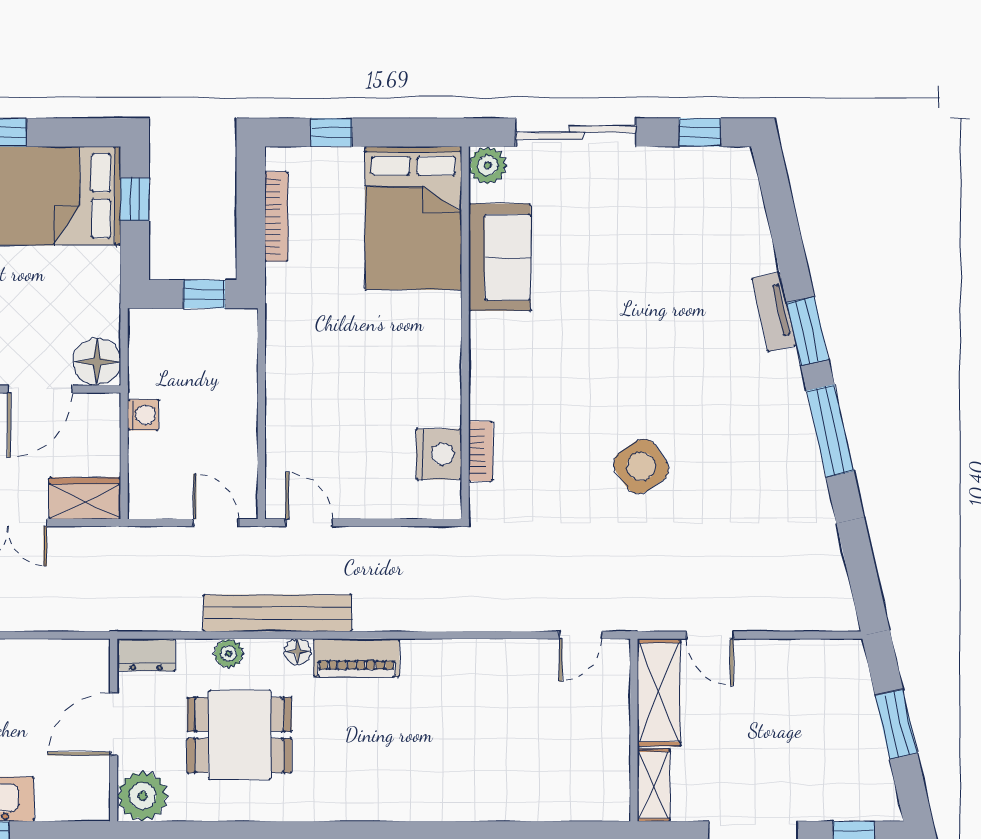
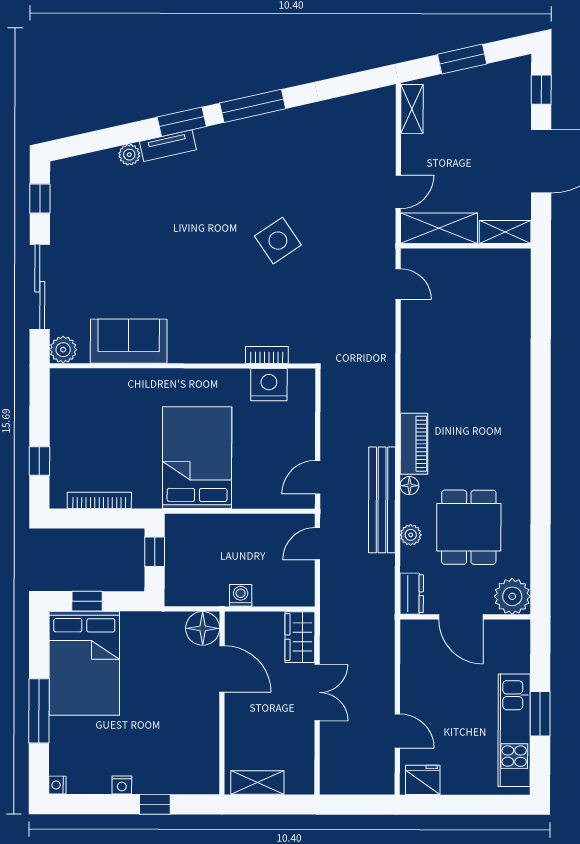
bed: (413, 218) -> (197, 458), moved, turned -90
plant: (761, 258) -> (129, 155), added
shelving: (826, 654) -> (412, 109), added

